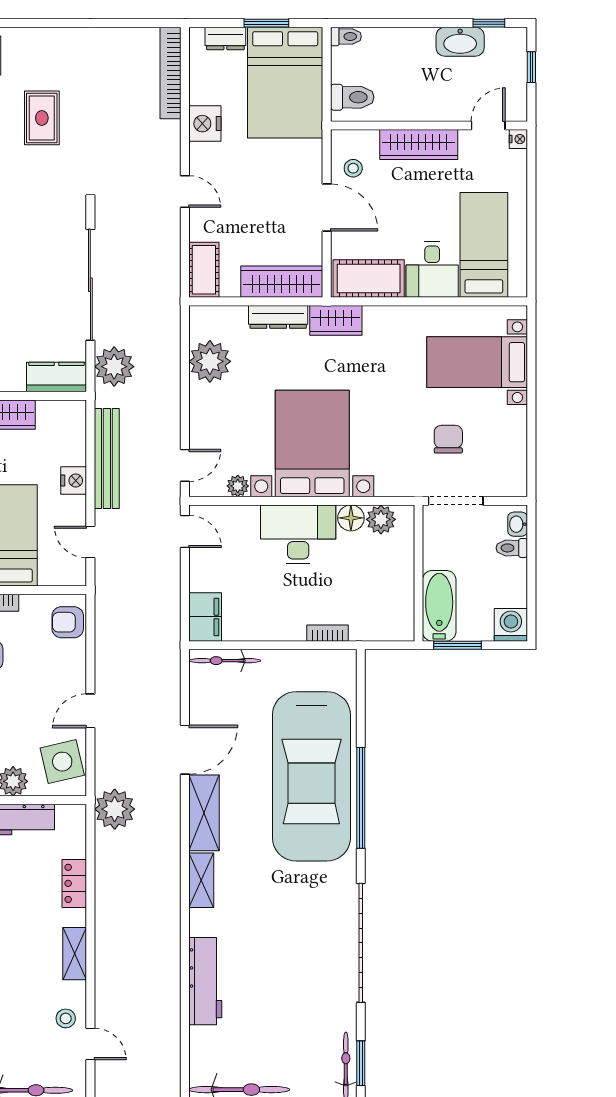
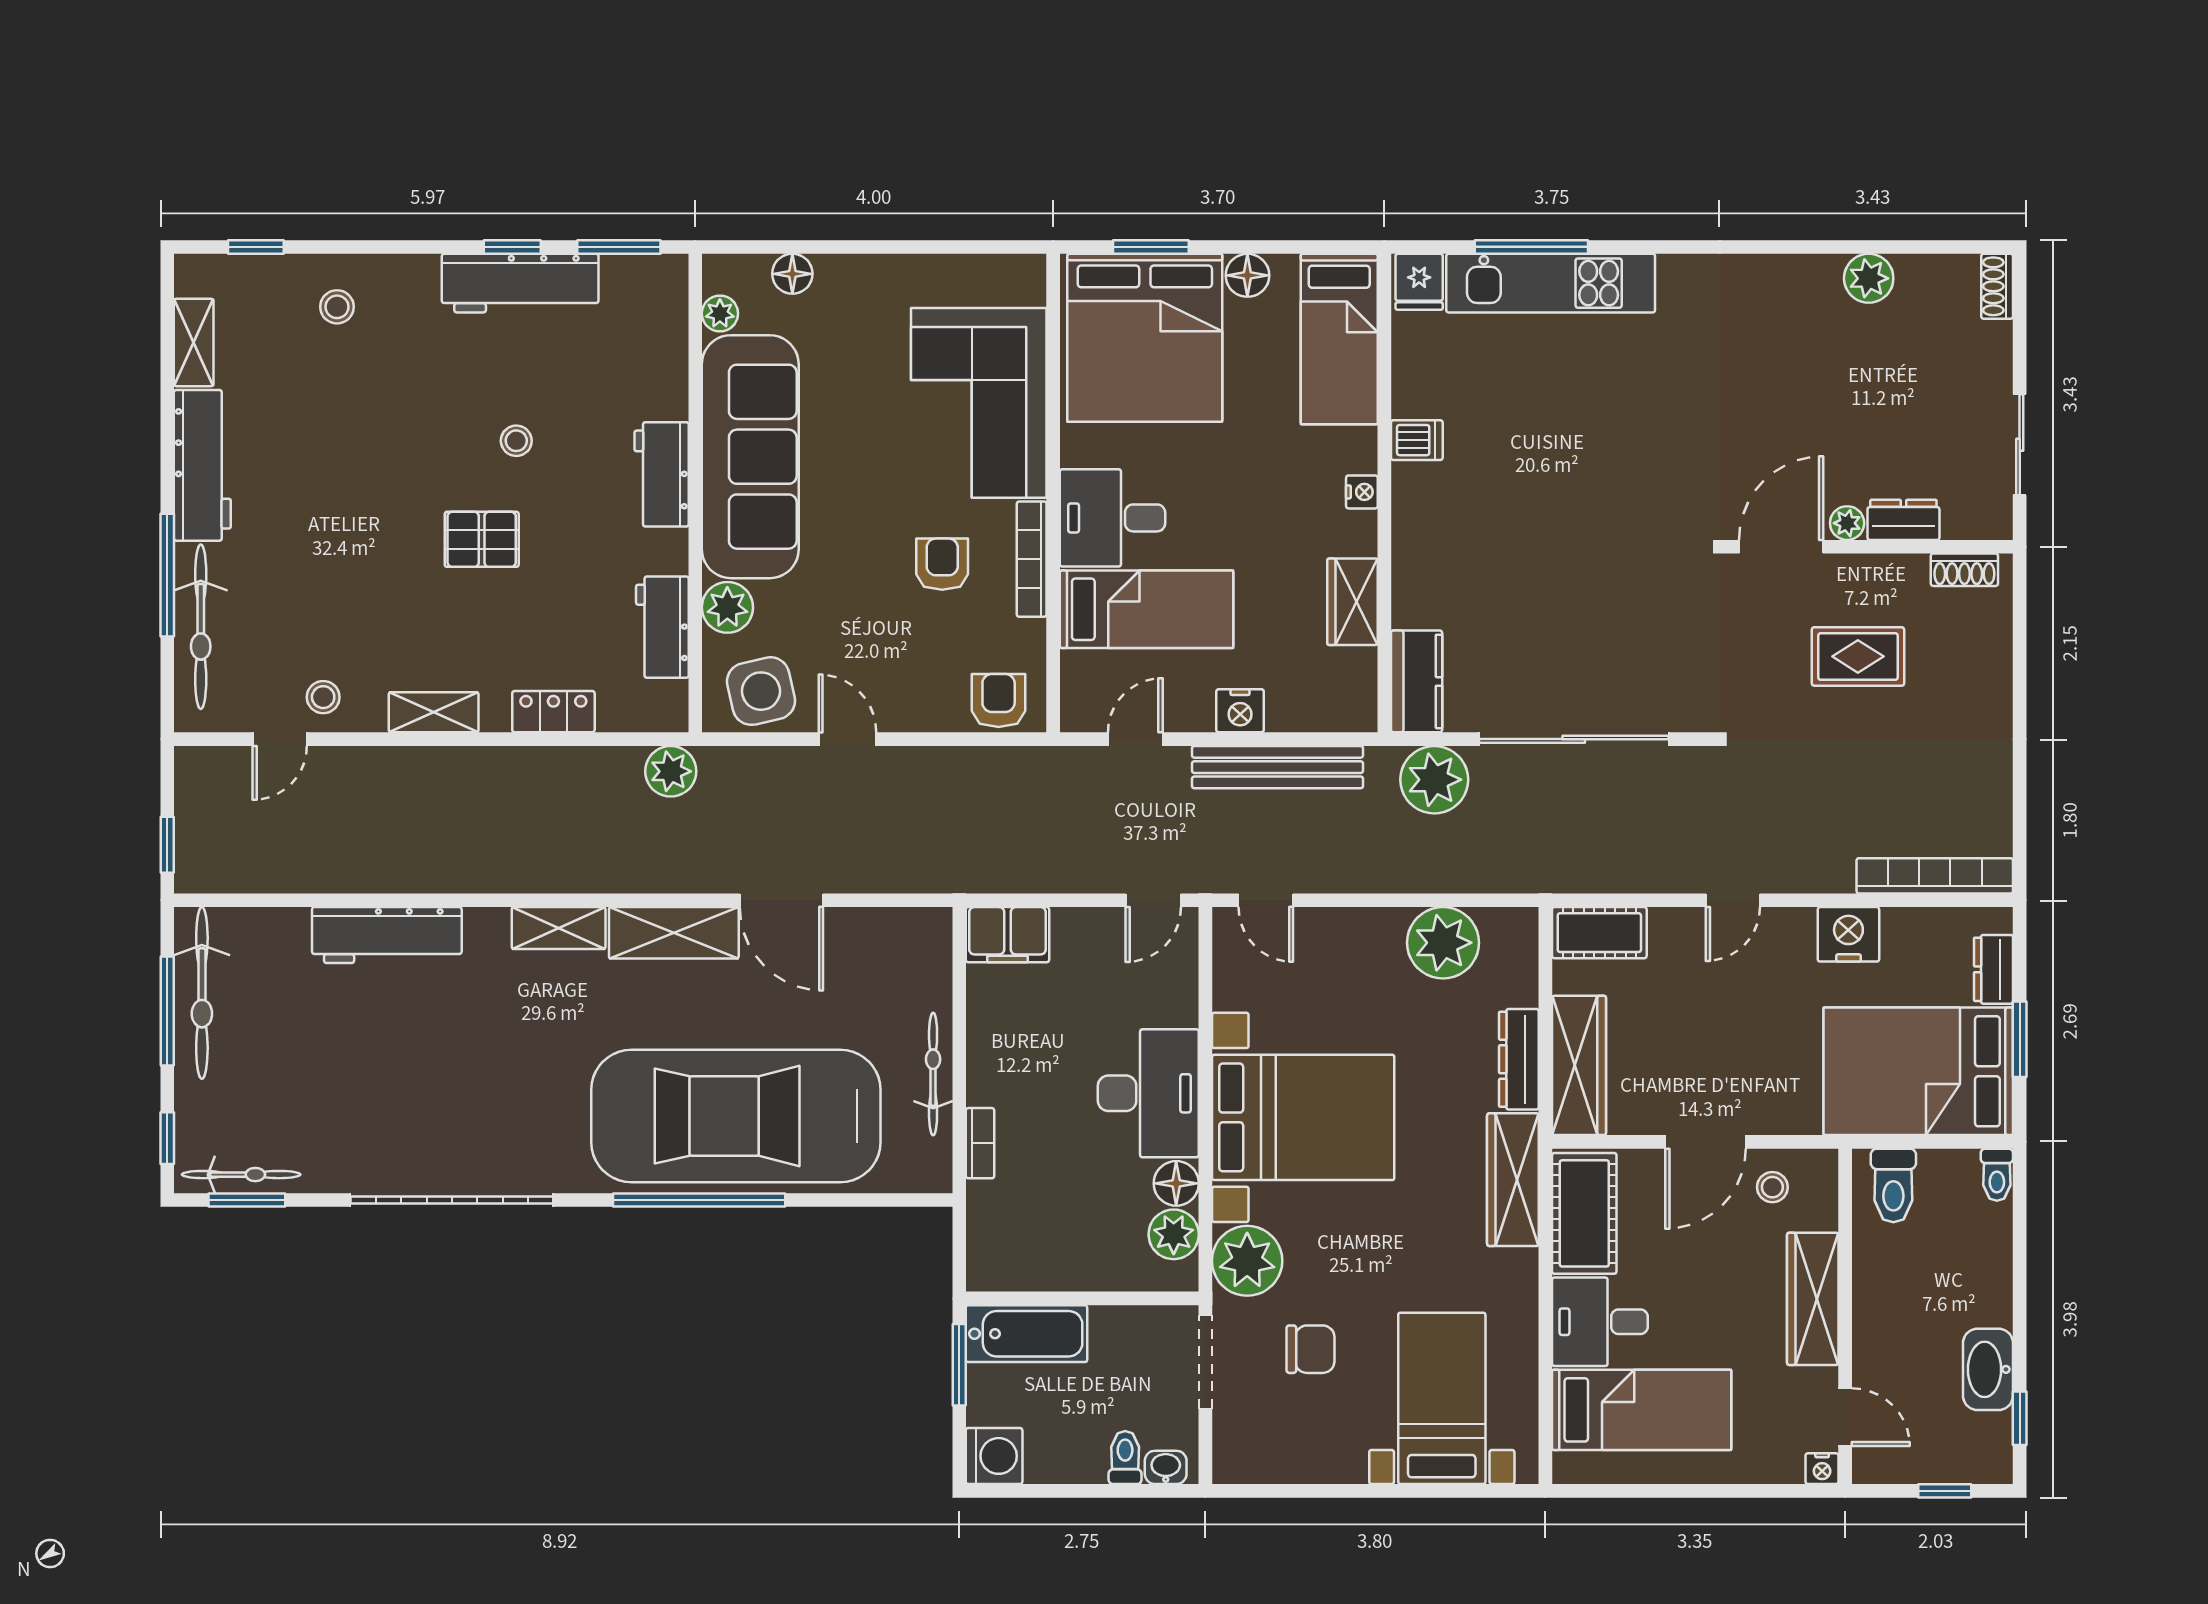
wardrobe: (336, 320) -> (1513, 1180), width x1.50
plant: (238, 486) -> (1247, 1261), moved, width x1.87, depth x1.87
bicycle: (225, 661) -> (933, 1074), moved
plant: (115, 809) -> (671, 771), width x0.73, depth x0.73

